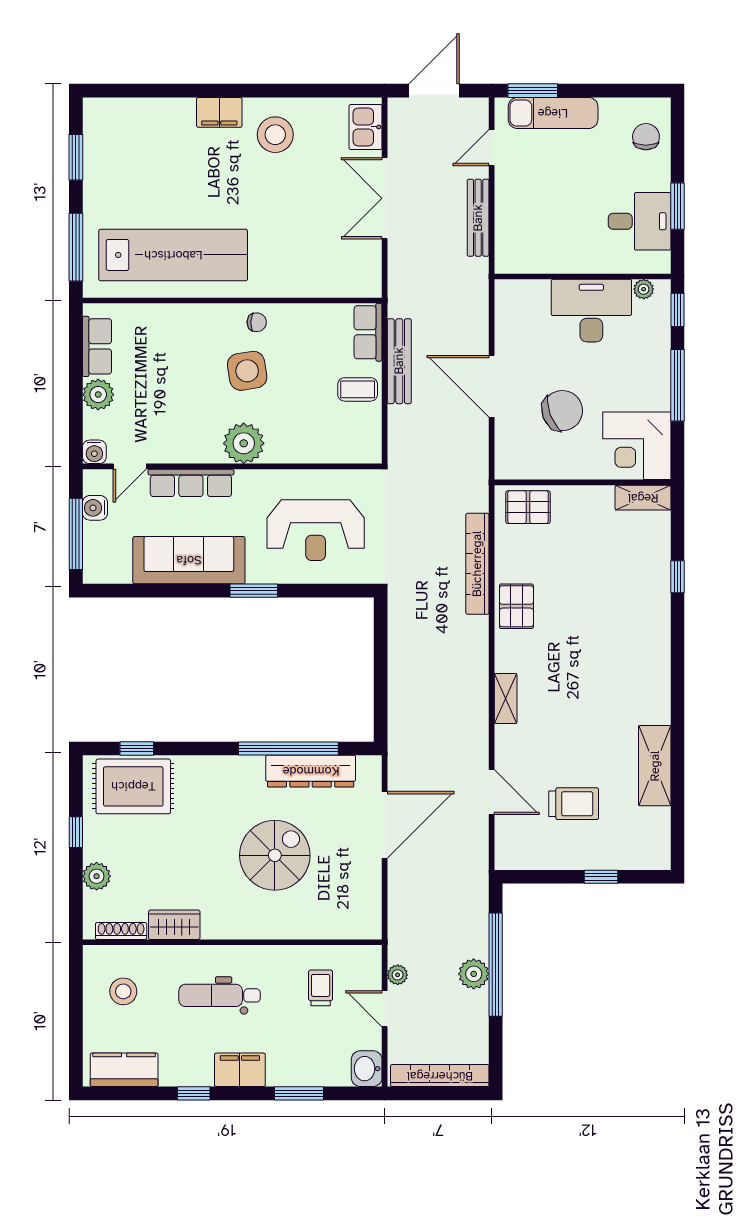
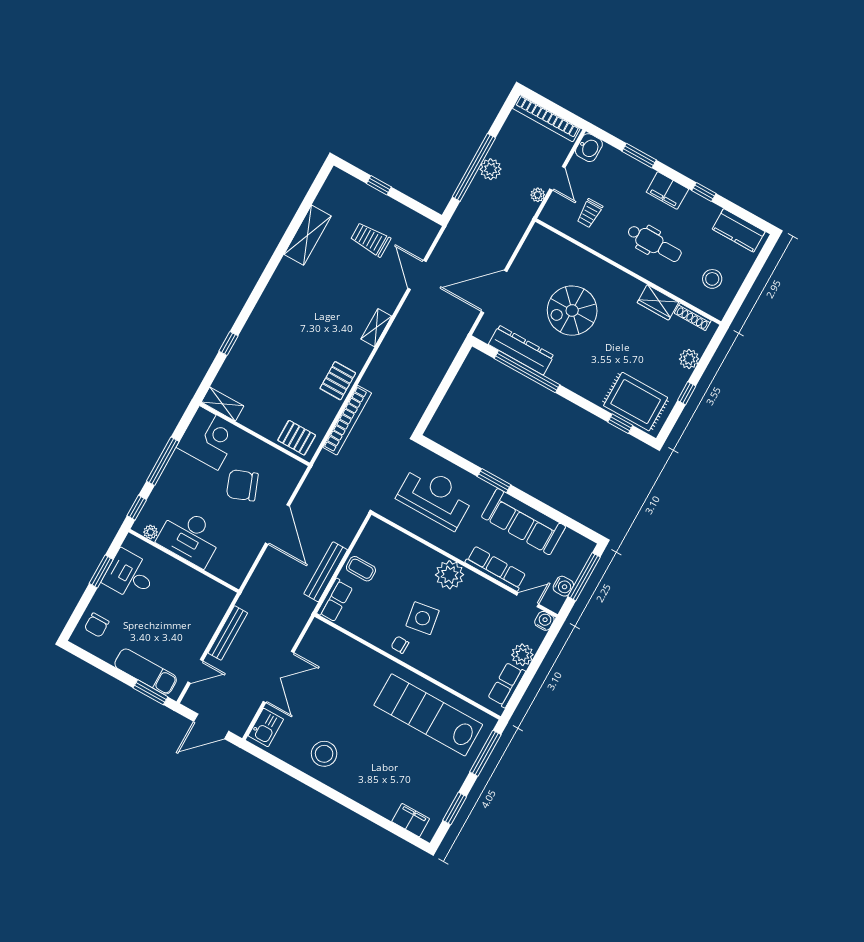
filing cabinet: (219, 112) -> (411, 820), moved

